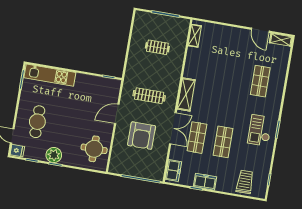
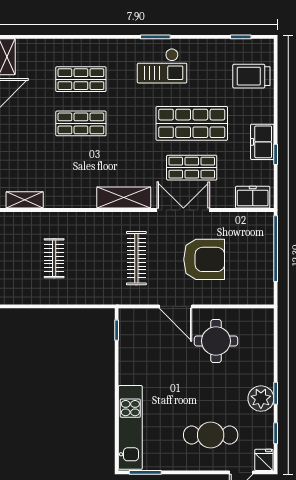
shop shelf: (234, 77) -> (81, 123), added
shop shelf: (223, 142) -> (192, 123), width x1.43, depth x1.36
round table: (94, 149) -> (216, 341), moved

